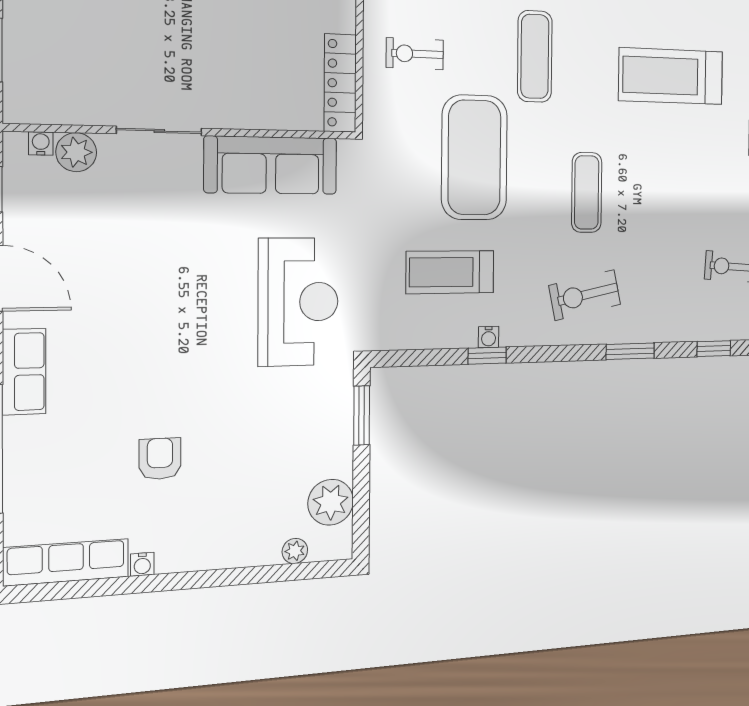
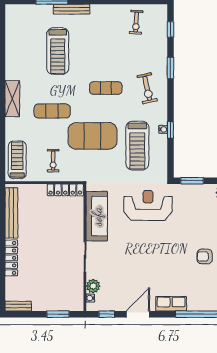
treadmill: (450, 272) -> (137, 146), width x1.37, depth x1.38

